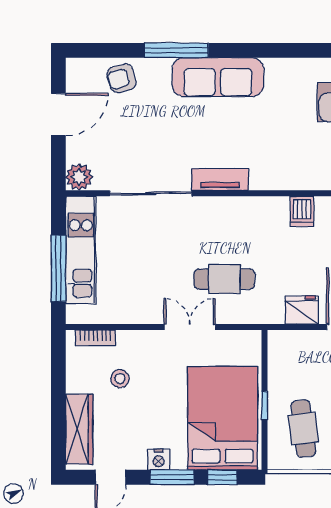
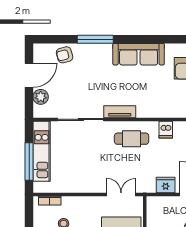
sofa: (218, 77) -> (139, 54), moved
plant: (79, 177) -> (41, 97), moved
cafe table: (224, 279) -> (132, 139), moved
double door: (190, 327) -> (121, 195), moved

